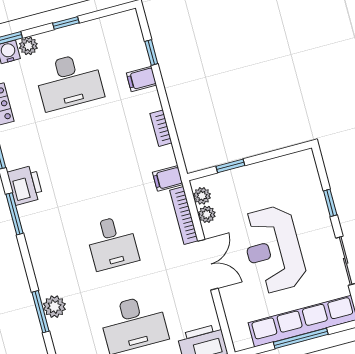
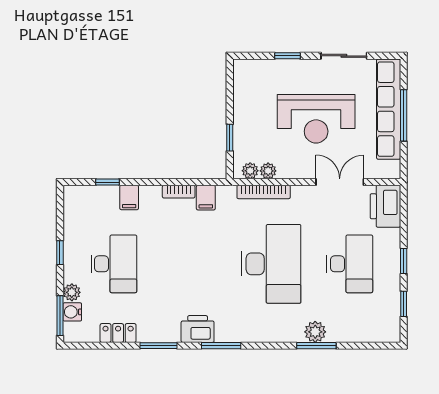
filing cabinet: (168, 178) -> (206, 198), moved
desk: (112, 243) -> (271, 264), width x1.87, depth x1.30
double door: (208, 265) -> (340, 182), moved

